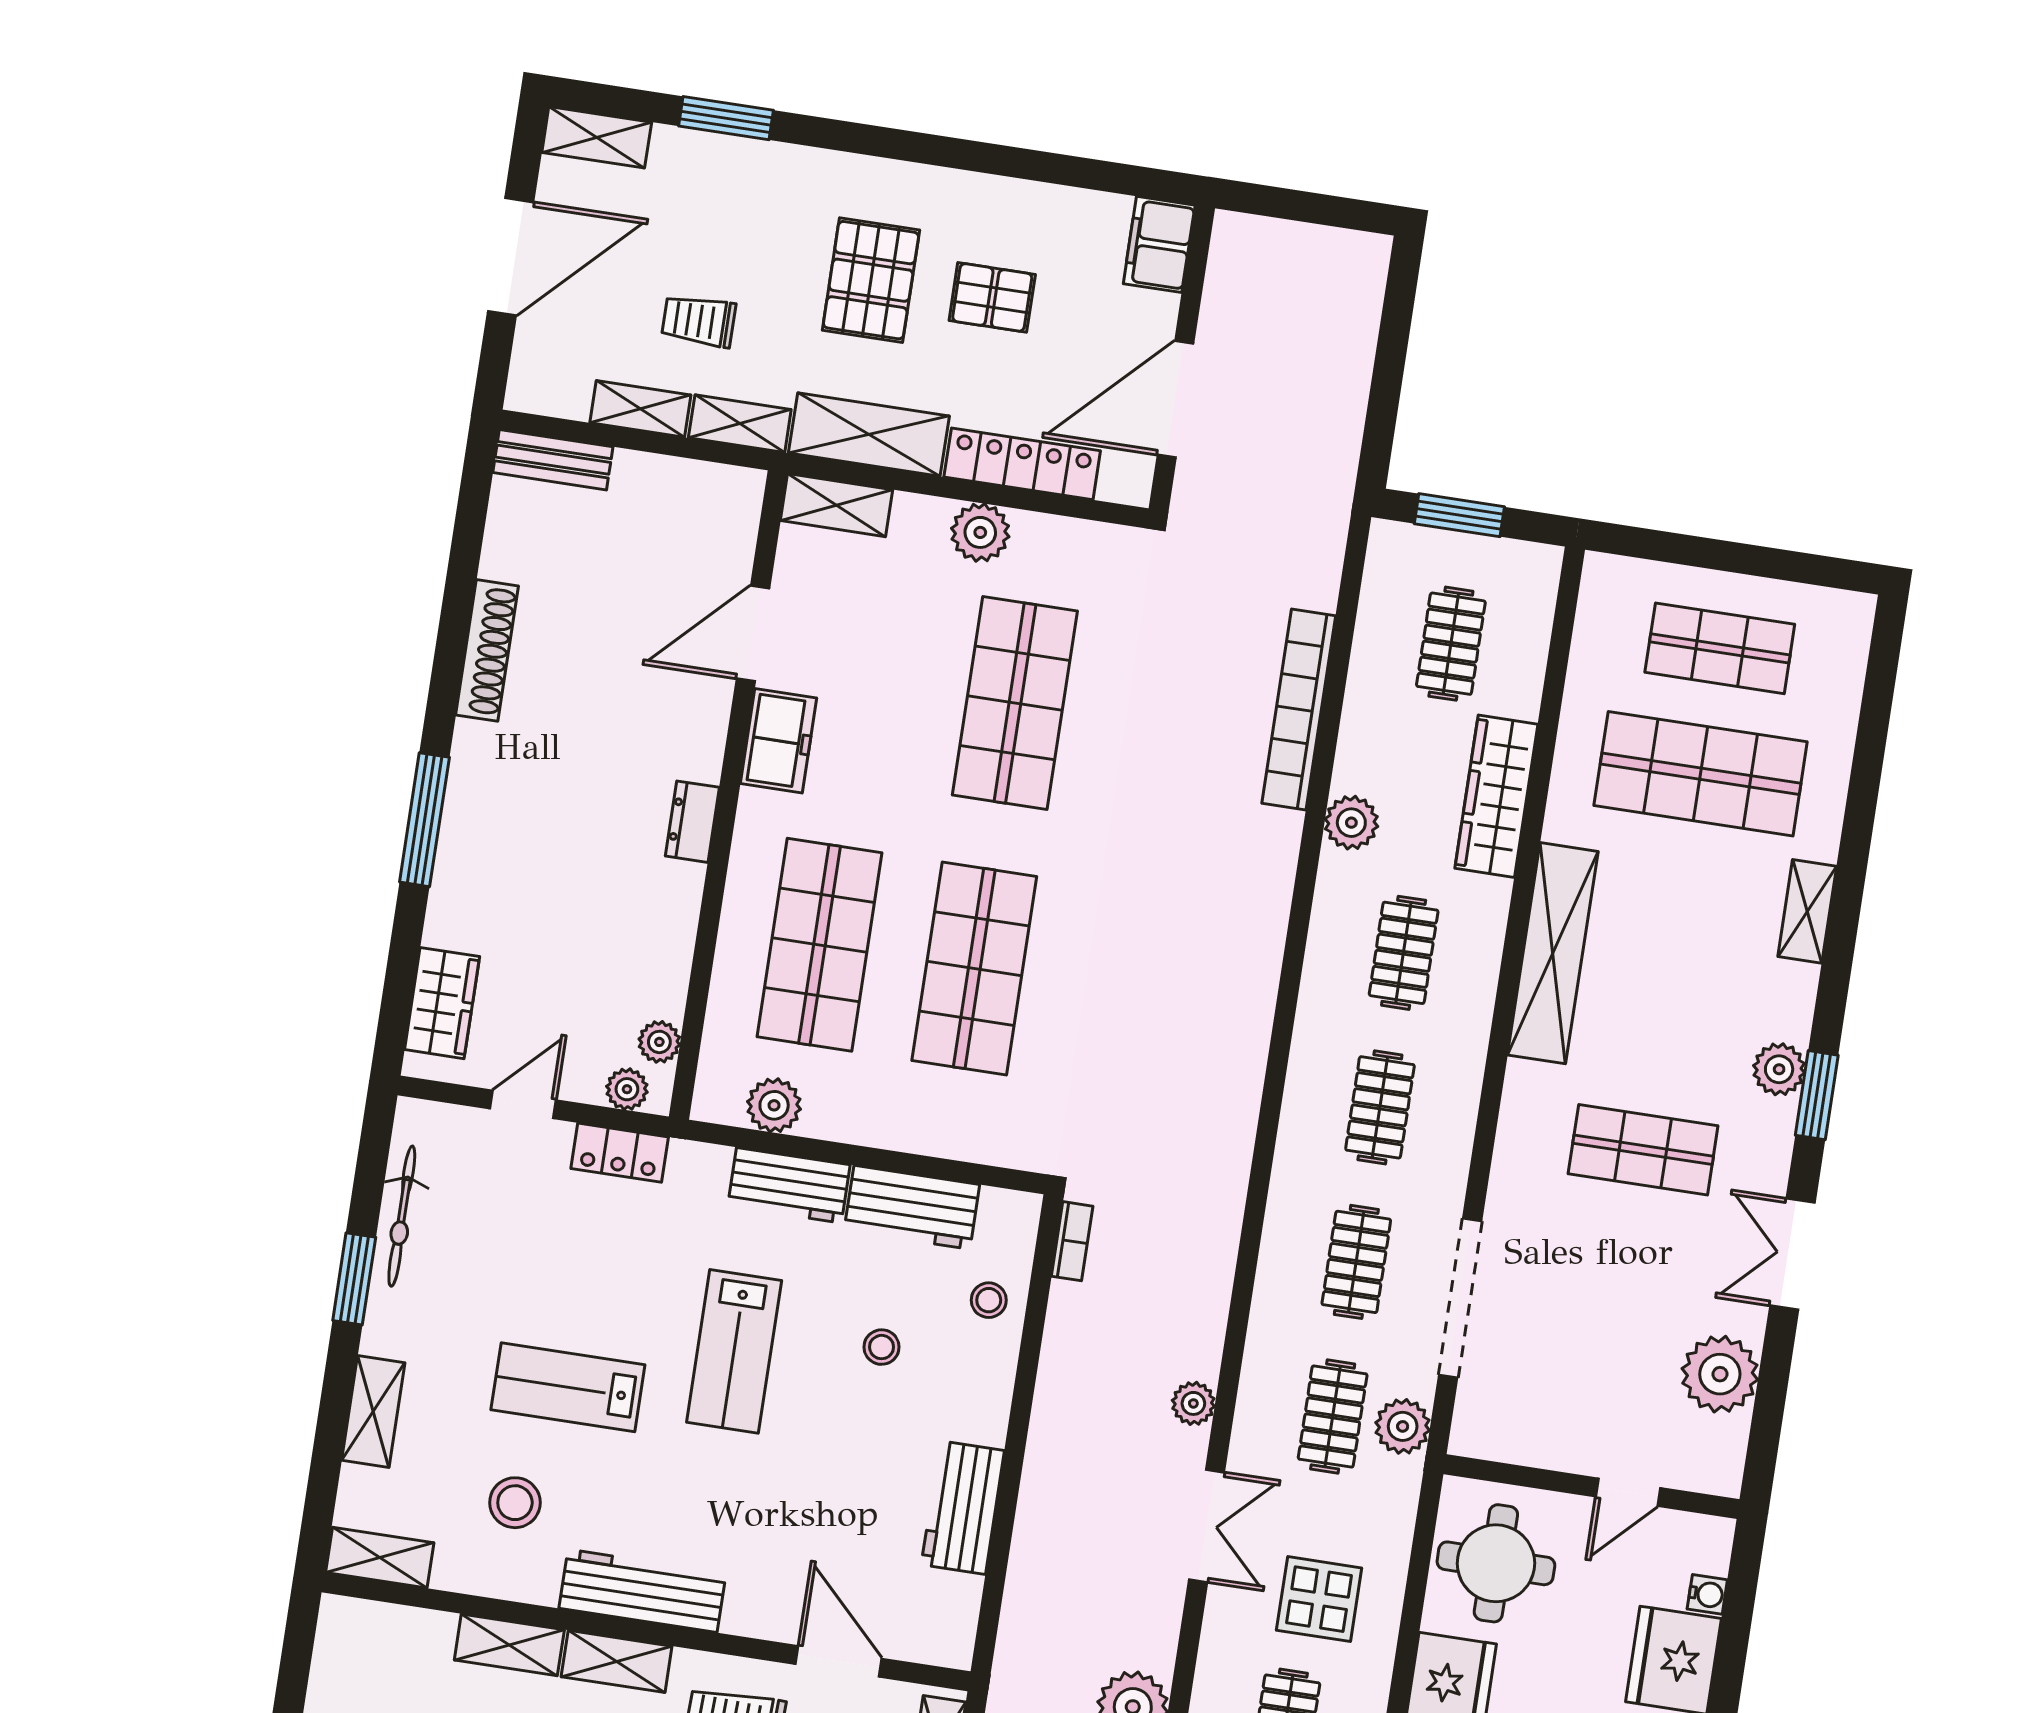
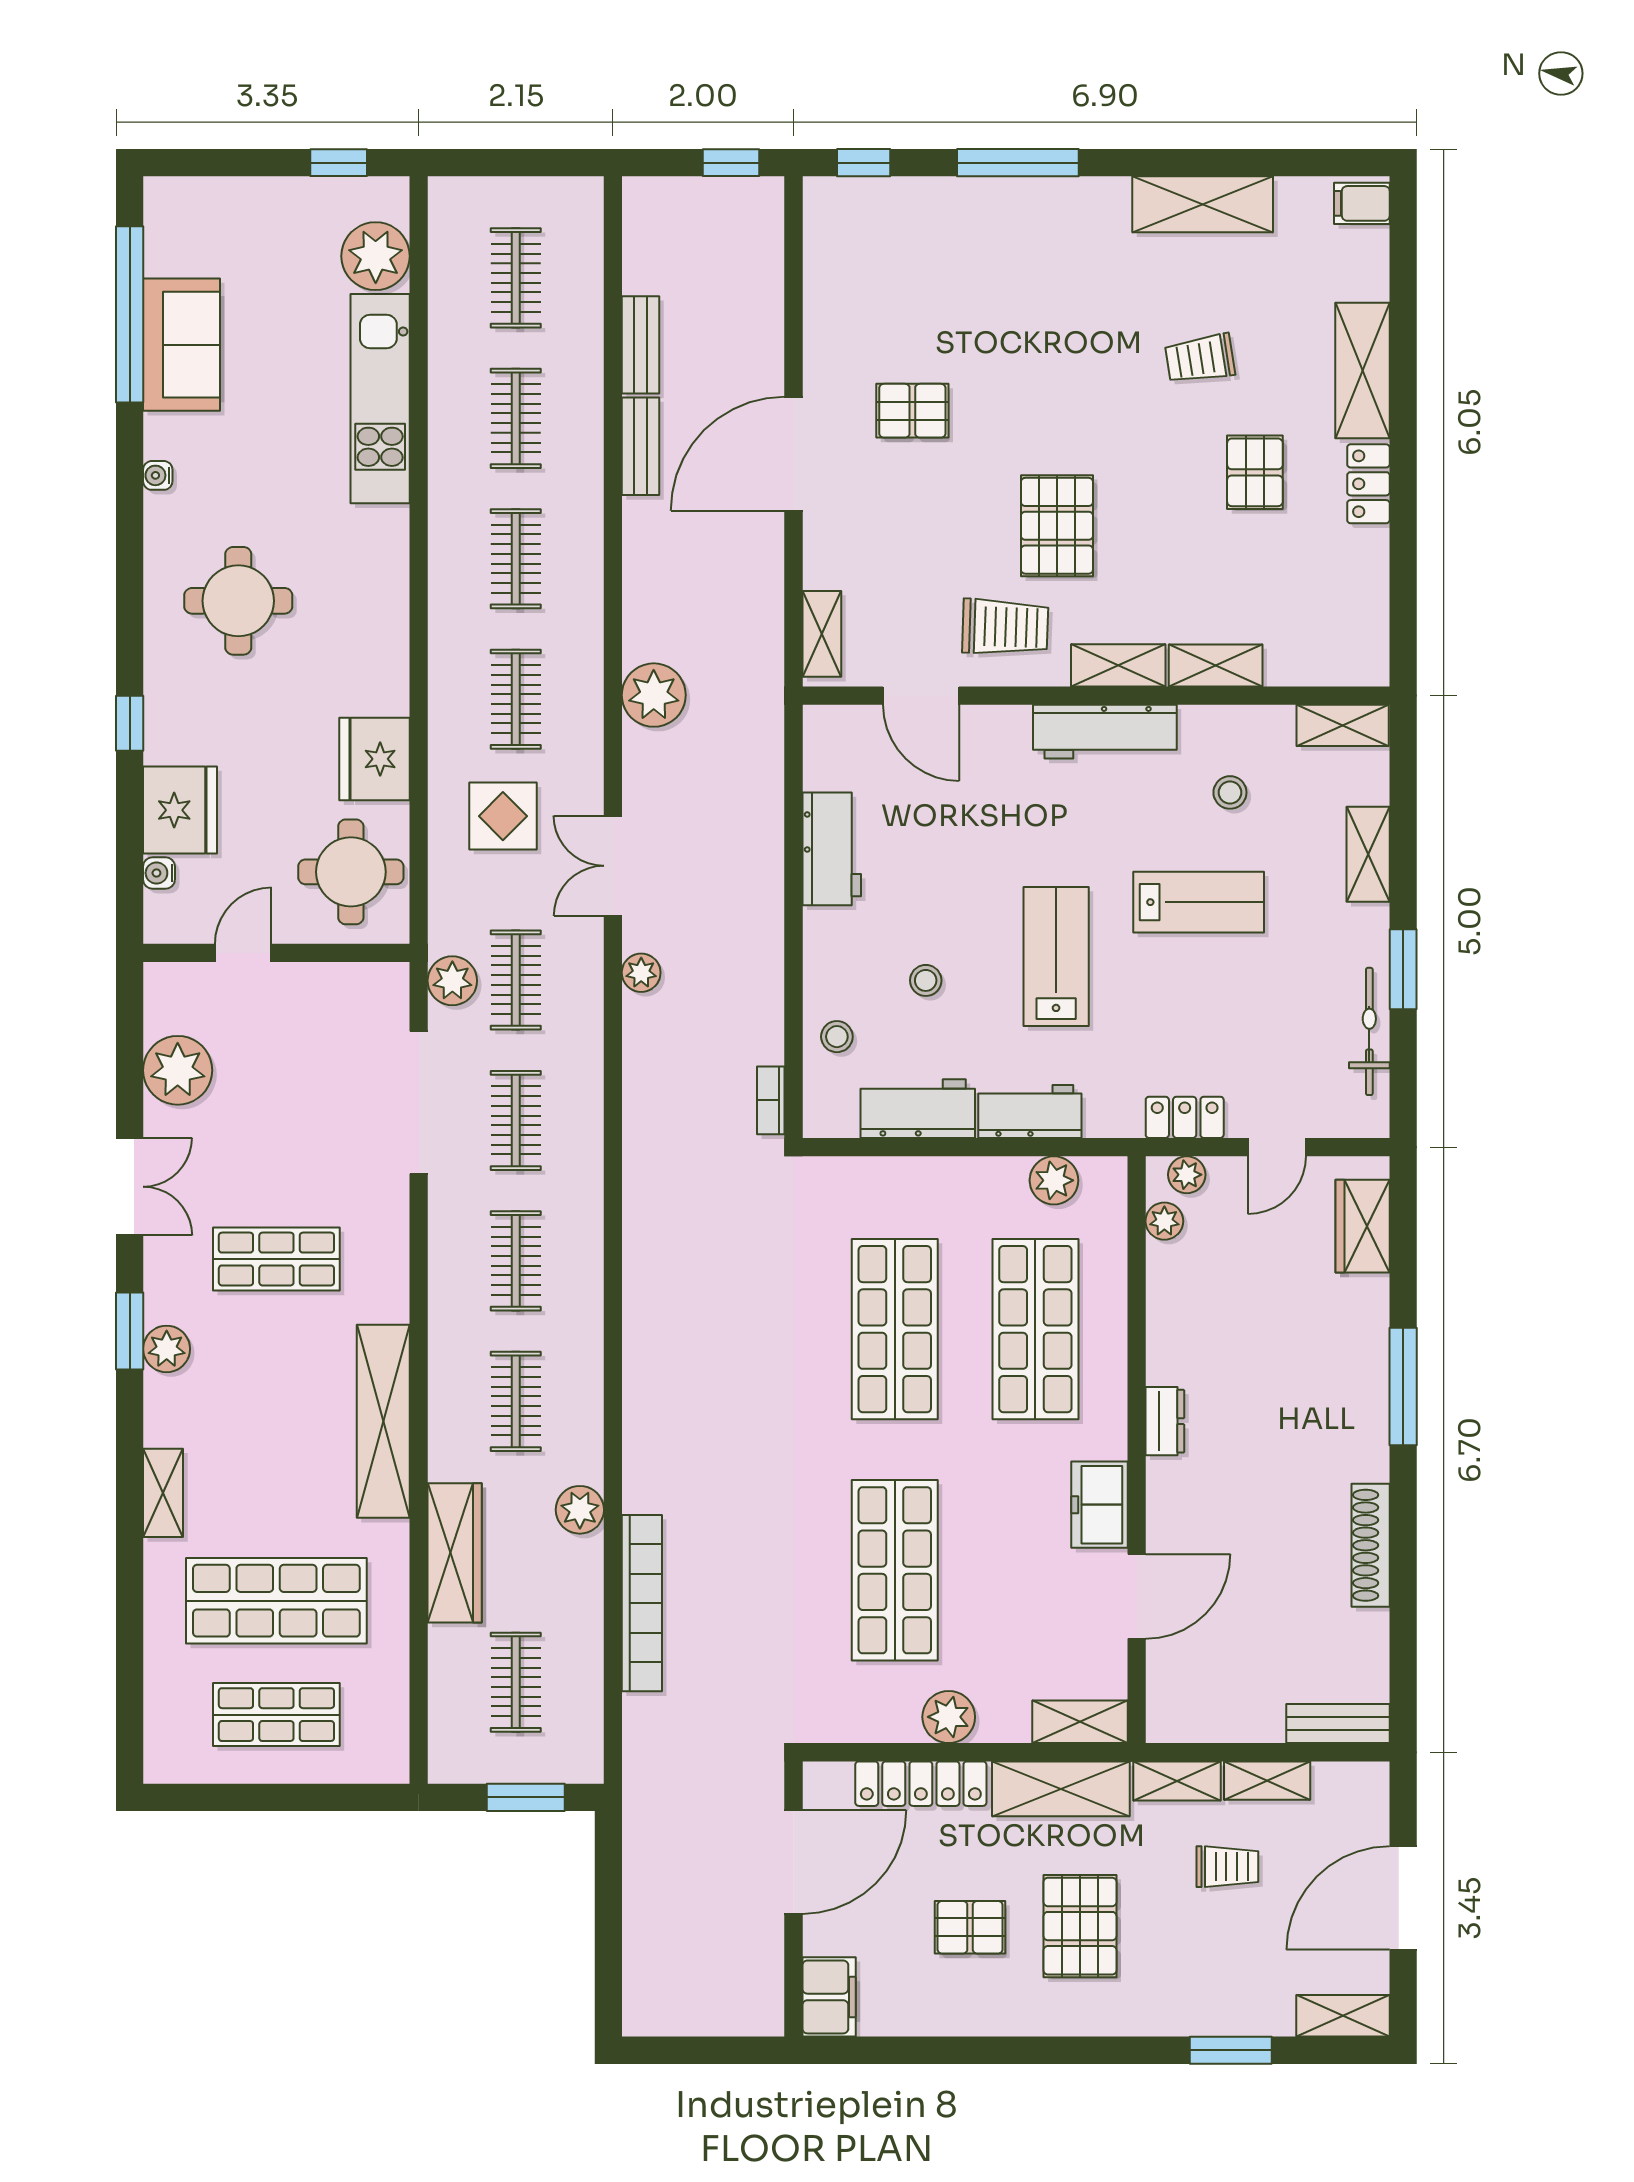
stool: (515, 1503) -> (1230, 792), width x0.73, depth x0.73

